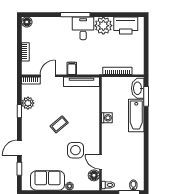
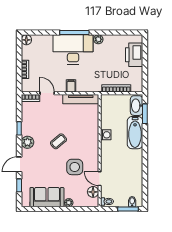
printer: (126, 25) -> (134, 55), moved, turned 90
plant: (103, 26) -> (98, 39), width x0.53, depth x0.53
desk: (83, 28) -> (73, 49), width x1.87, depth x1.30
door: (48, 76) -> (47, 93), hinge flipped
plant: (28, 103) -> (27, 142), moved

